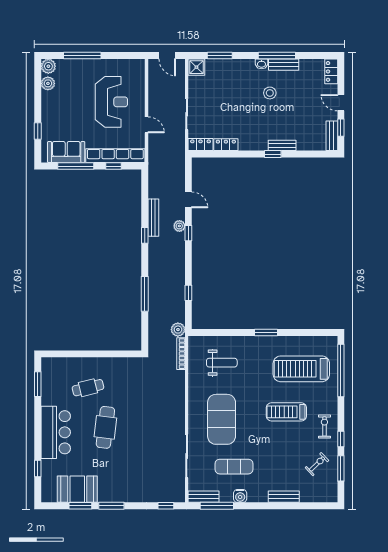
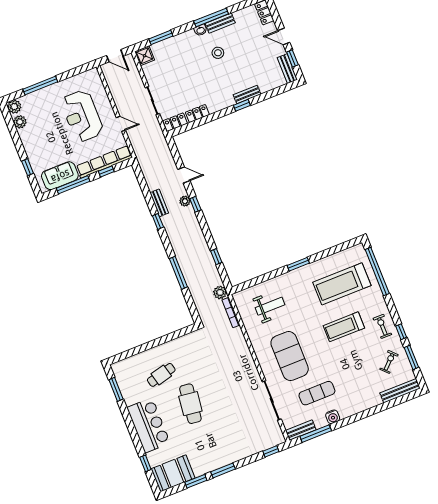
reception desk: (111, 102) -> (82, 116), turned 180
bench: (153, 218) -> (159, 203), width x0.73
booth: (77, 489) -> (173, 473), moved
bench: (284, 497) -> (400, 391), moved, width x1.36

